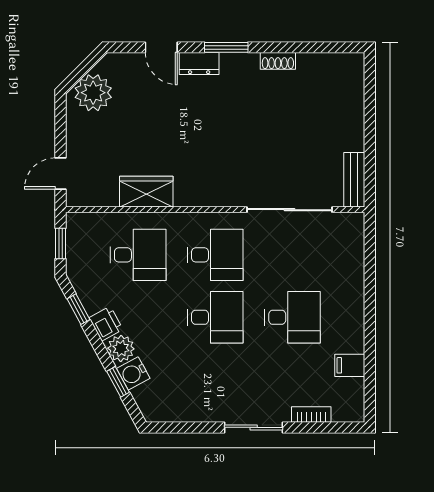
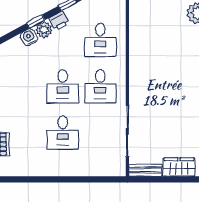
wardrobe: (146, 192) -> (179, 167), moved, turned -90
filing cabinet: (350, 365) -> (34, 167), removed
window: (118, 382) -> (36, 22), moved

